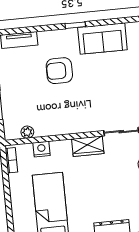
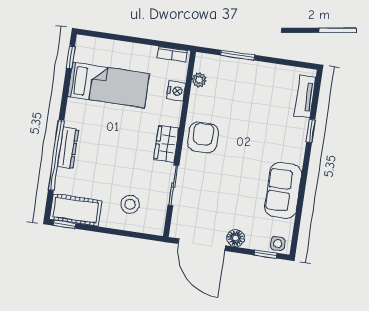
window: (75, 25) -> (311, 131), moved
armchair: (59, 71) -> (203, 137), moved

